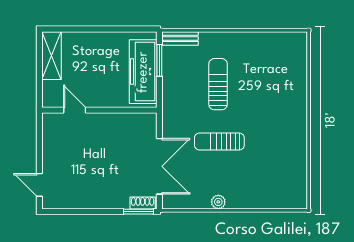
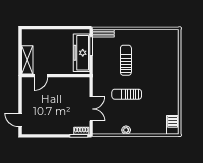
shelving: (52, 56) -> (27, 60), moved
door: (75, 110) -> (41, 76), swing flipped
double door: (159, 166) -> (91, 109), width x0.73
barbecue: (297, 193) -> (173, 125), added

